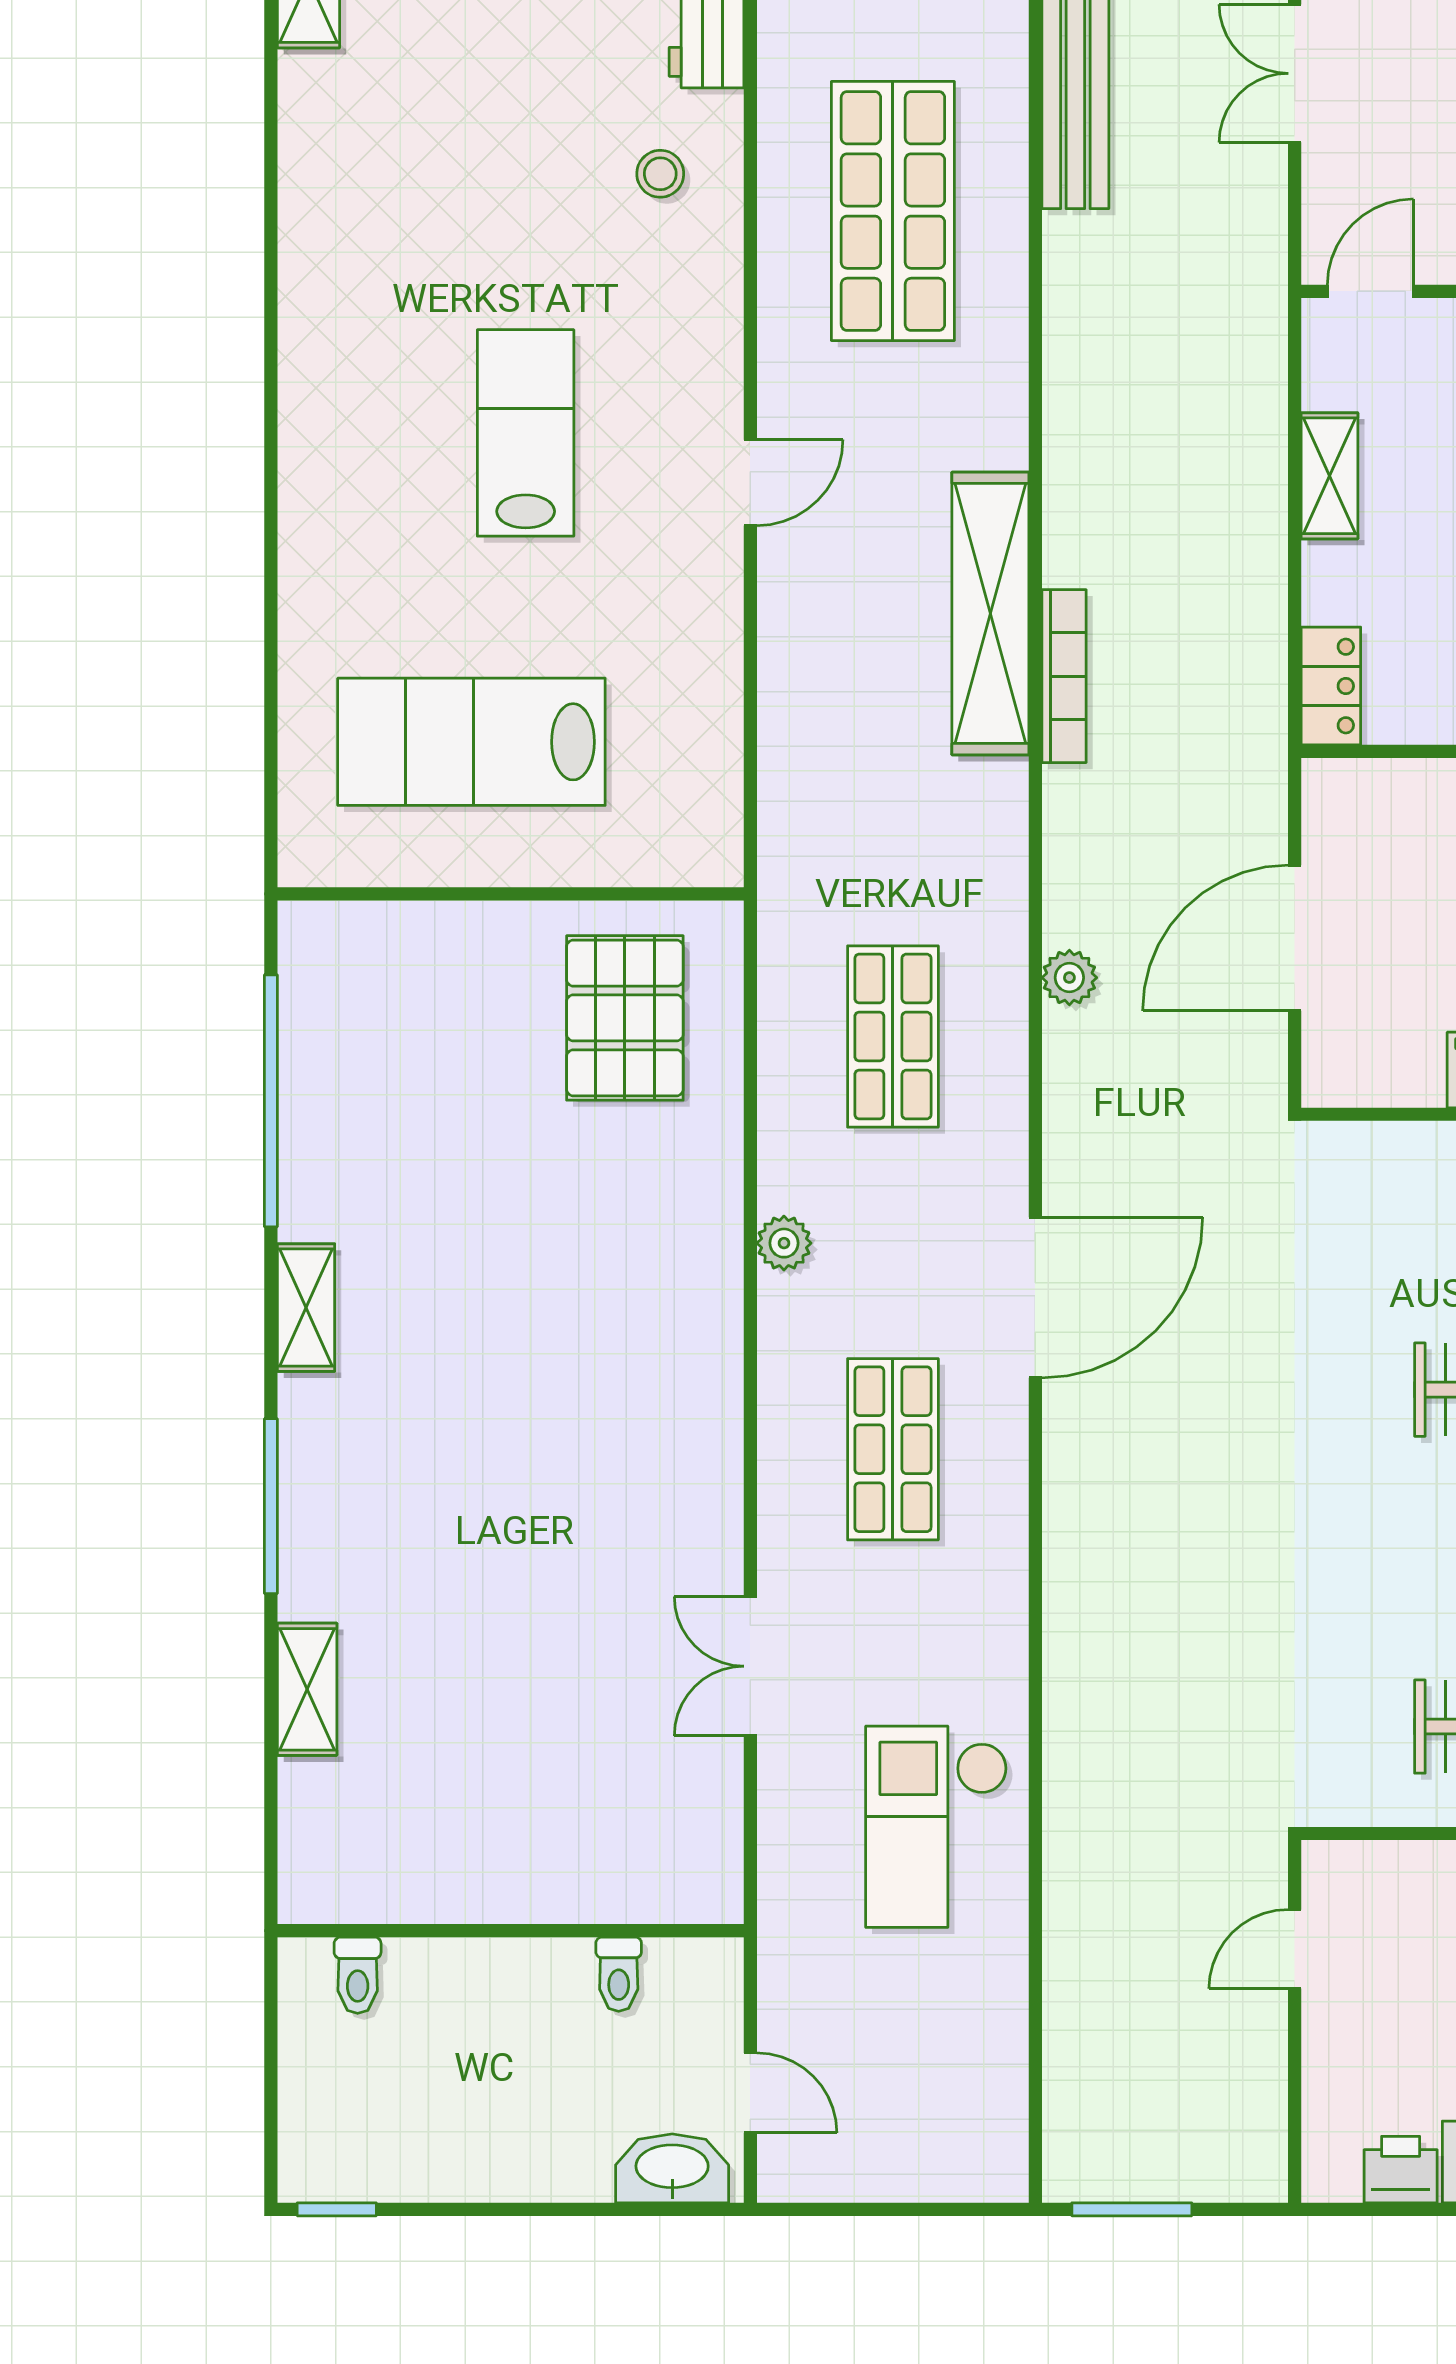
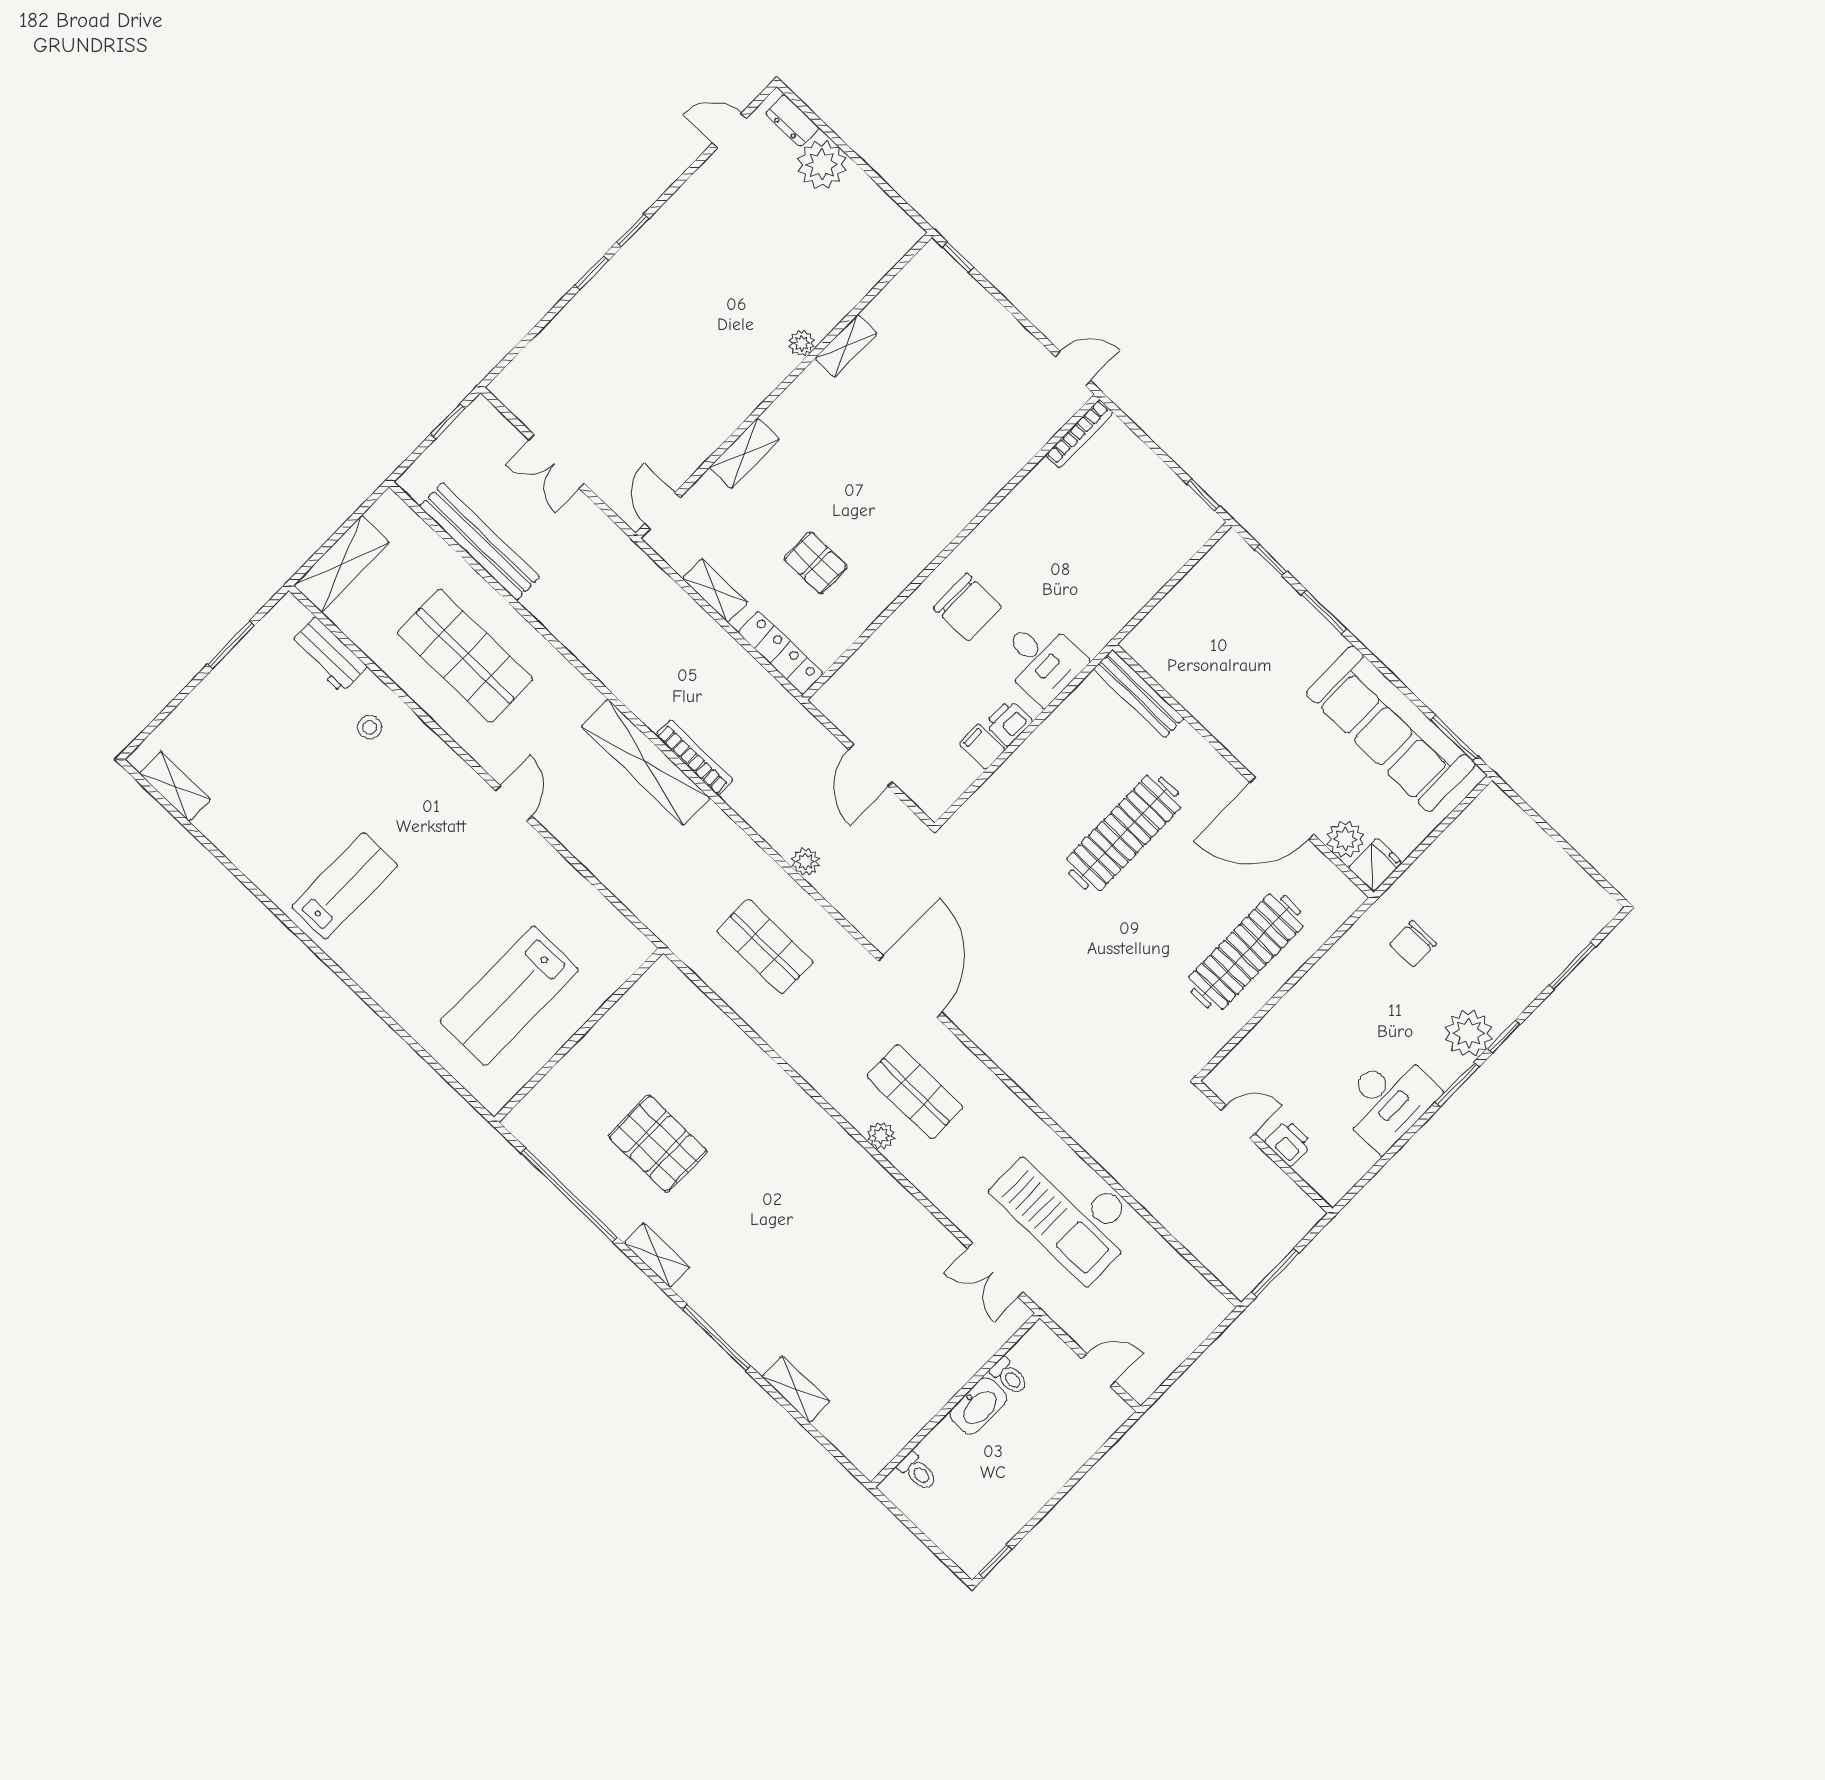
lab bench: (526, 433) -> (345, 886), moved, turned 90
locker: (1331, 686) -> (781, 653), width x1.53
door: (1295, 938) -> (871, 766), width x0.73
pallet: (625, 1018) -> (658, 1144), moved
plant: (784, 1243) -> (881, 1136), moved
double door: (750, 1666) -> (995, 1270), moved
checkout: (937, 1827) -> (1067, 1209), width x1.36, depth x1.21
door: (1295, 1949) -> (1238, 1122), swing flipped
washbasin: (672, 2168) -> (978, 1406), moved, turned 180
printer: (1401, 2170) -> (1288, 1143), moved, turned 90

